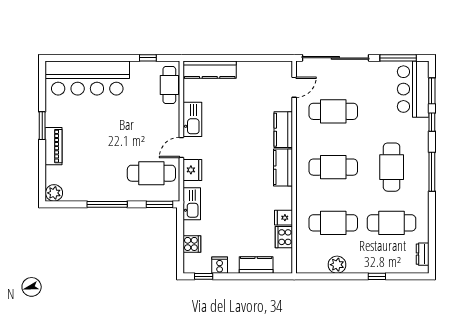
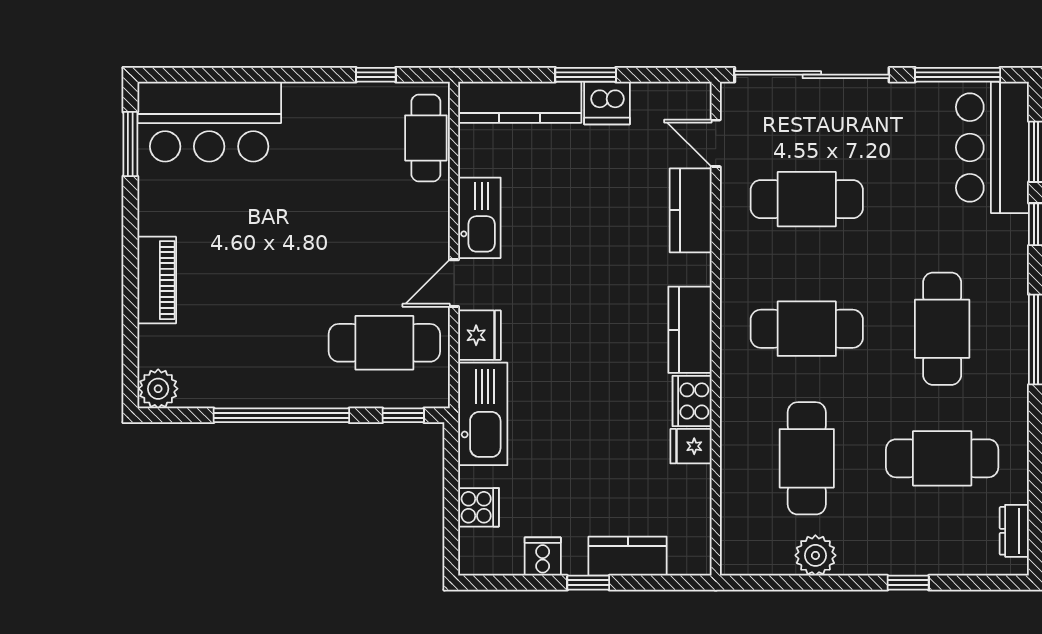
window: (238, 58) -> (586, 75), added
dishwasher: (247, 70) -> (607, 103), added
bar counter: (87, 78) -> (209, 122), width x0.73
door: (294, 87) -> (716, 143), swing flipped
window: (42, 126) -> (130, 144), moved
kitchen counter: (283, 130) -> (691, 210), moved
window: (107, 204) -> (281, 415), width x1.46
window: (160, 204) -> (403, 415), width x0.67
kitchen sink: (192, 204) -> (483, 414), width x1.36, depth x1.24
cafe table: (333, 223) -> (807, 458), turned 90
cooker: (284, 237) -> (692, 401), moved
window: (204, 276) -> (588, 583), moved

